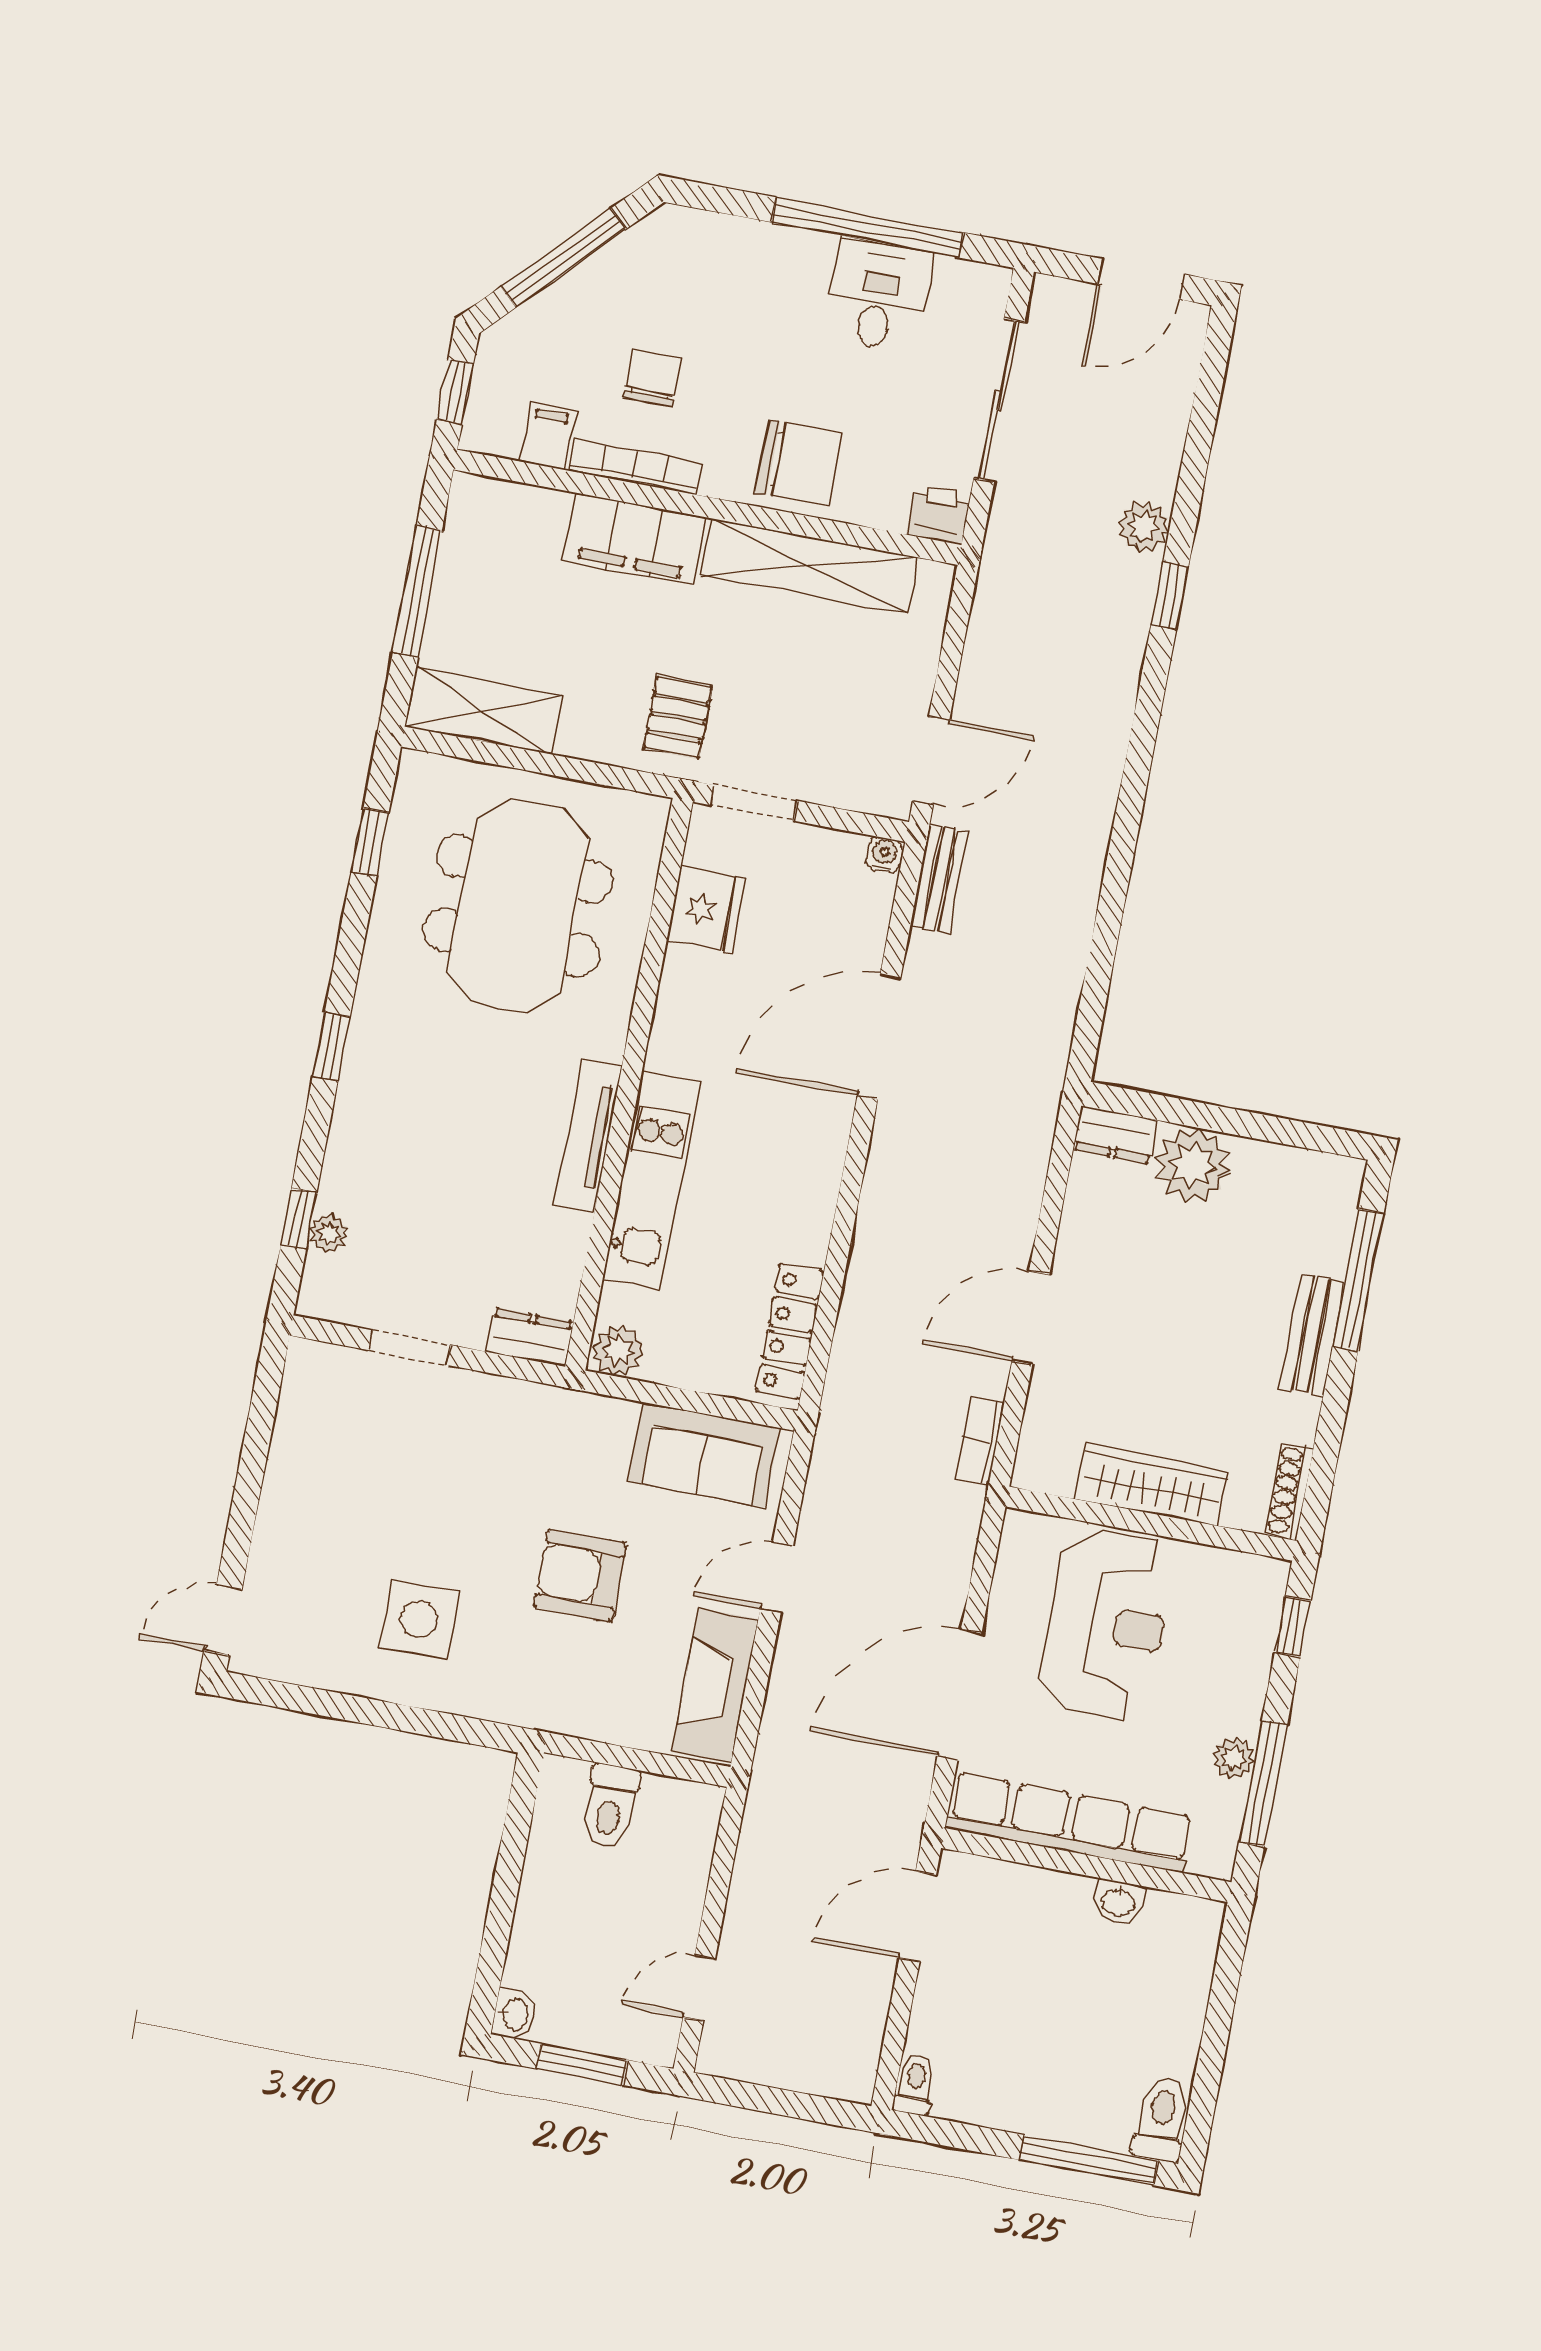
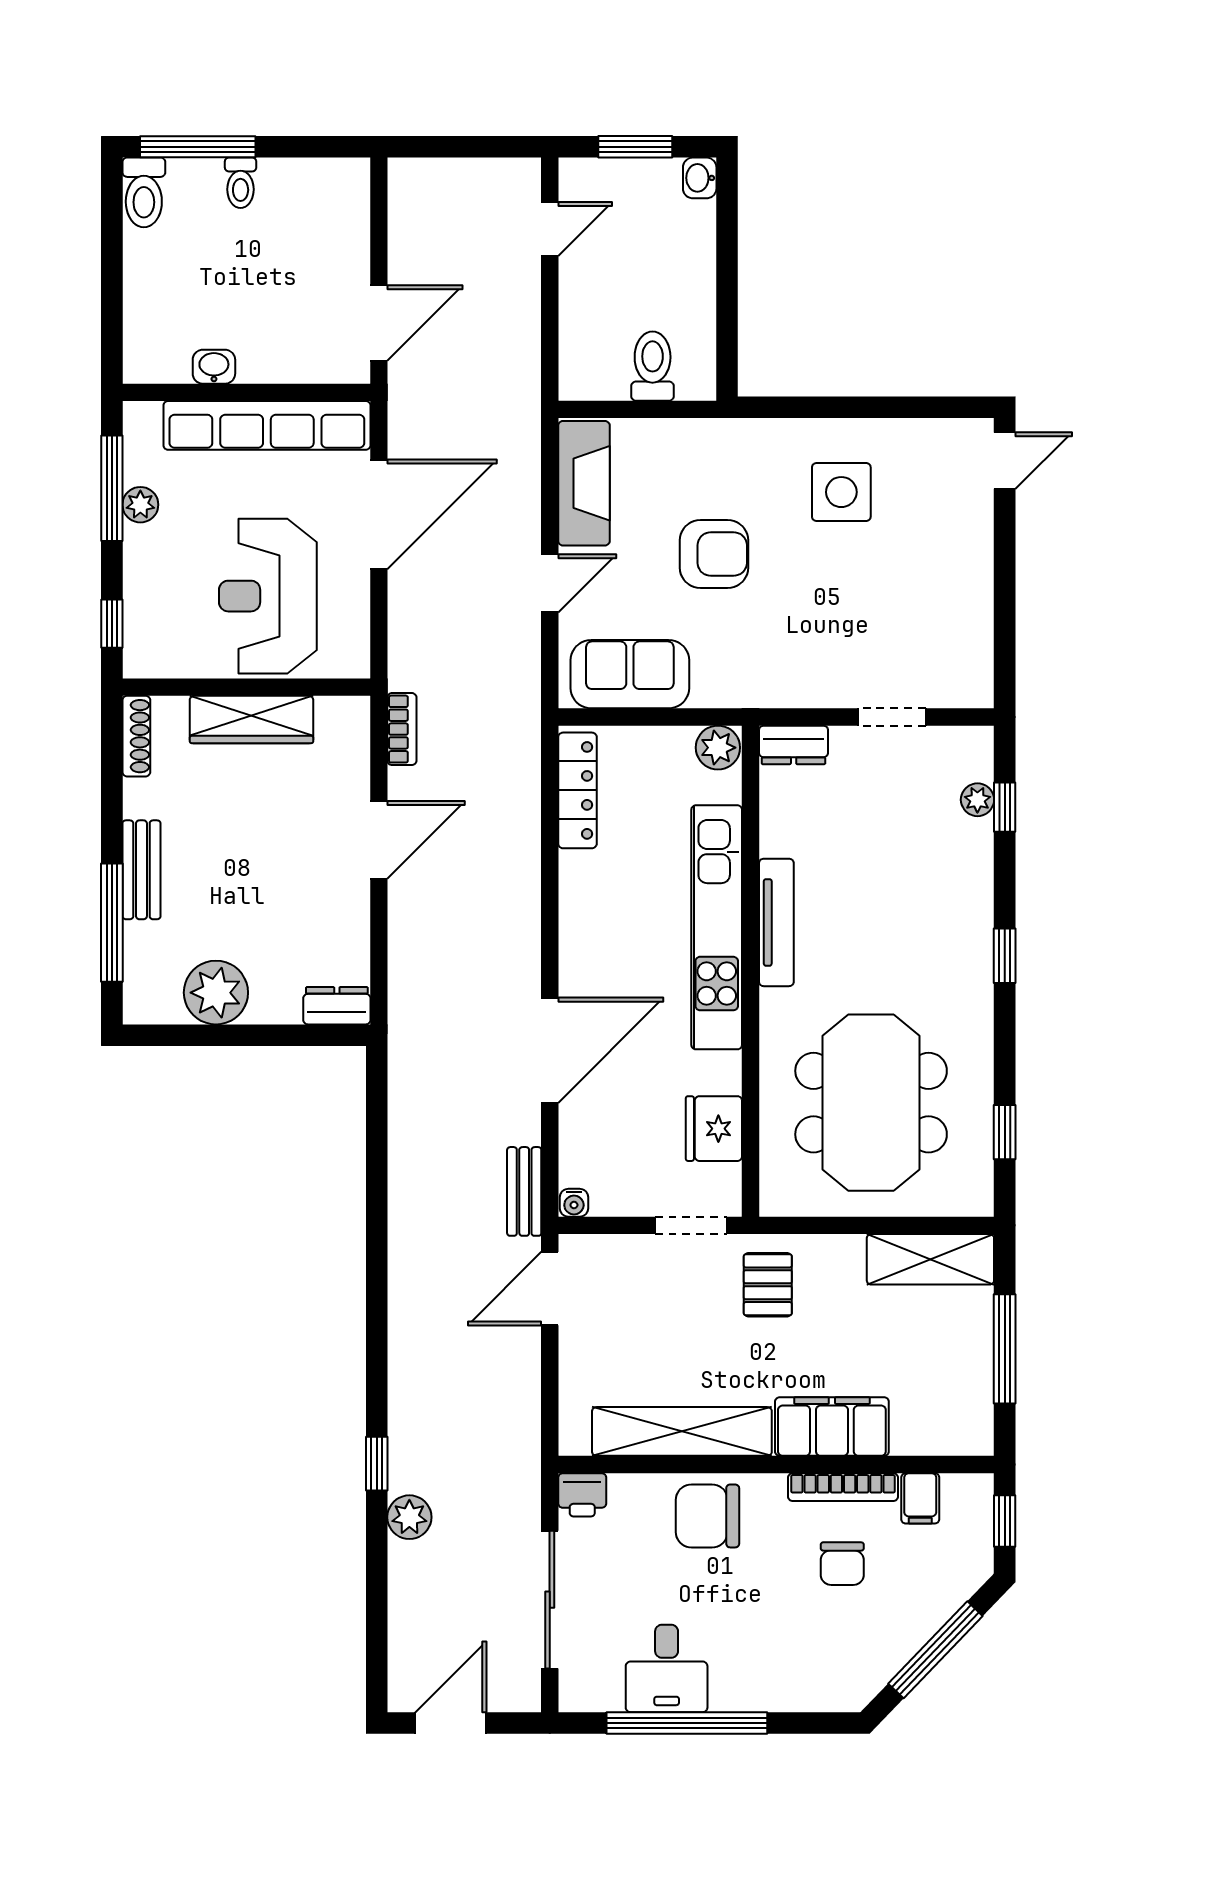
plant: (1193, 1165) -> (216, 993), moved
kitchen unit: (651, 1180) -> (717, 927), width x1.36
toilet: (915, 2084) -> (241, 183), moved

